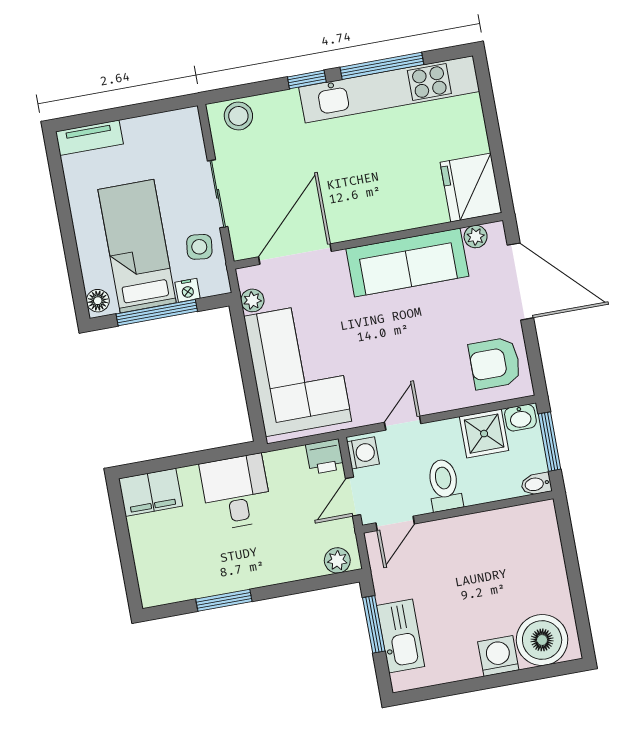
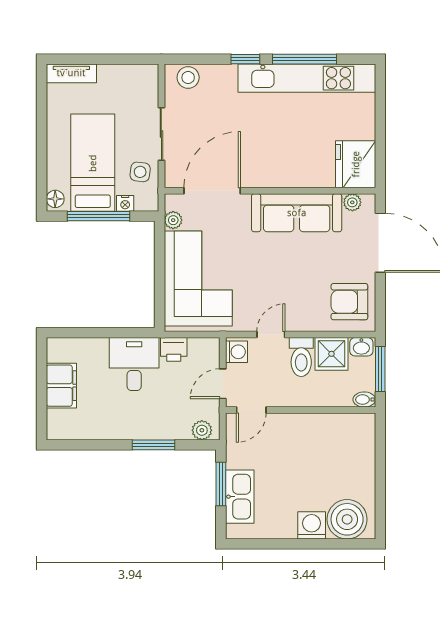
printer: (325, 457) -> (174, 349), moved
toilet: (444, 485) -> (301, 357), moved, turned 180
filing cabinet: (151, 492) -> (61, 386), moved, turned -90
window: (224, 600) -> (153, 445), moved

